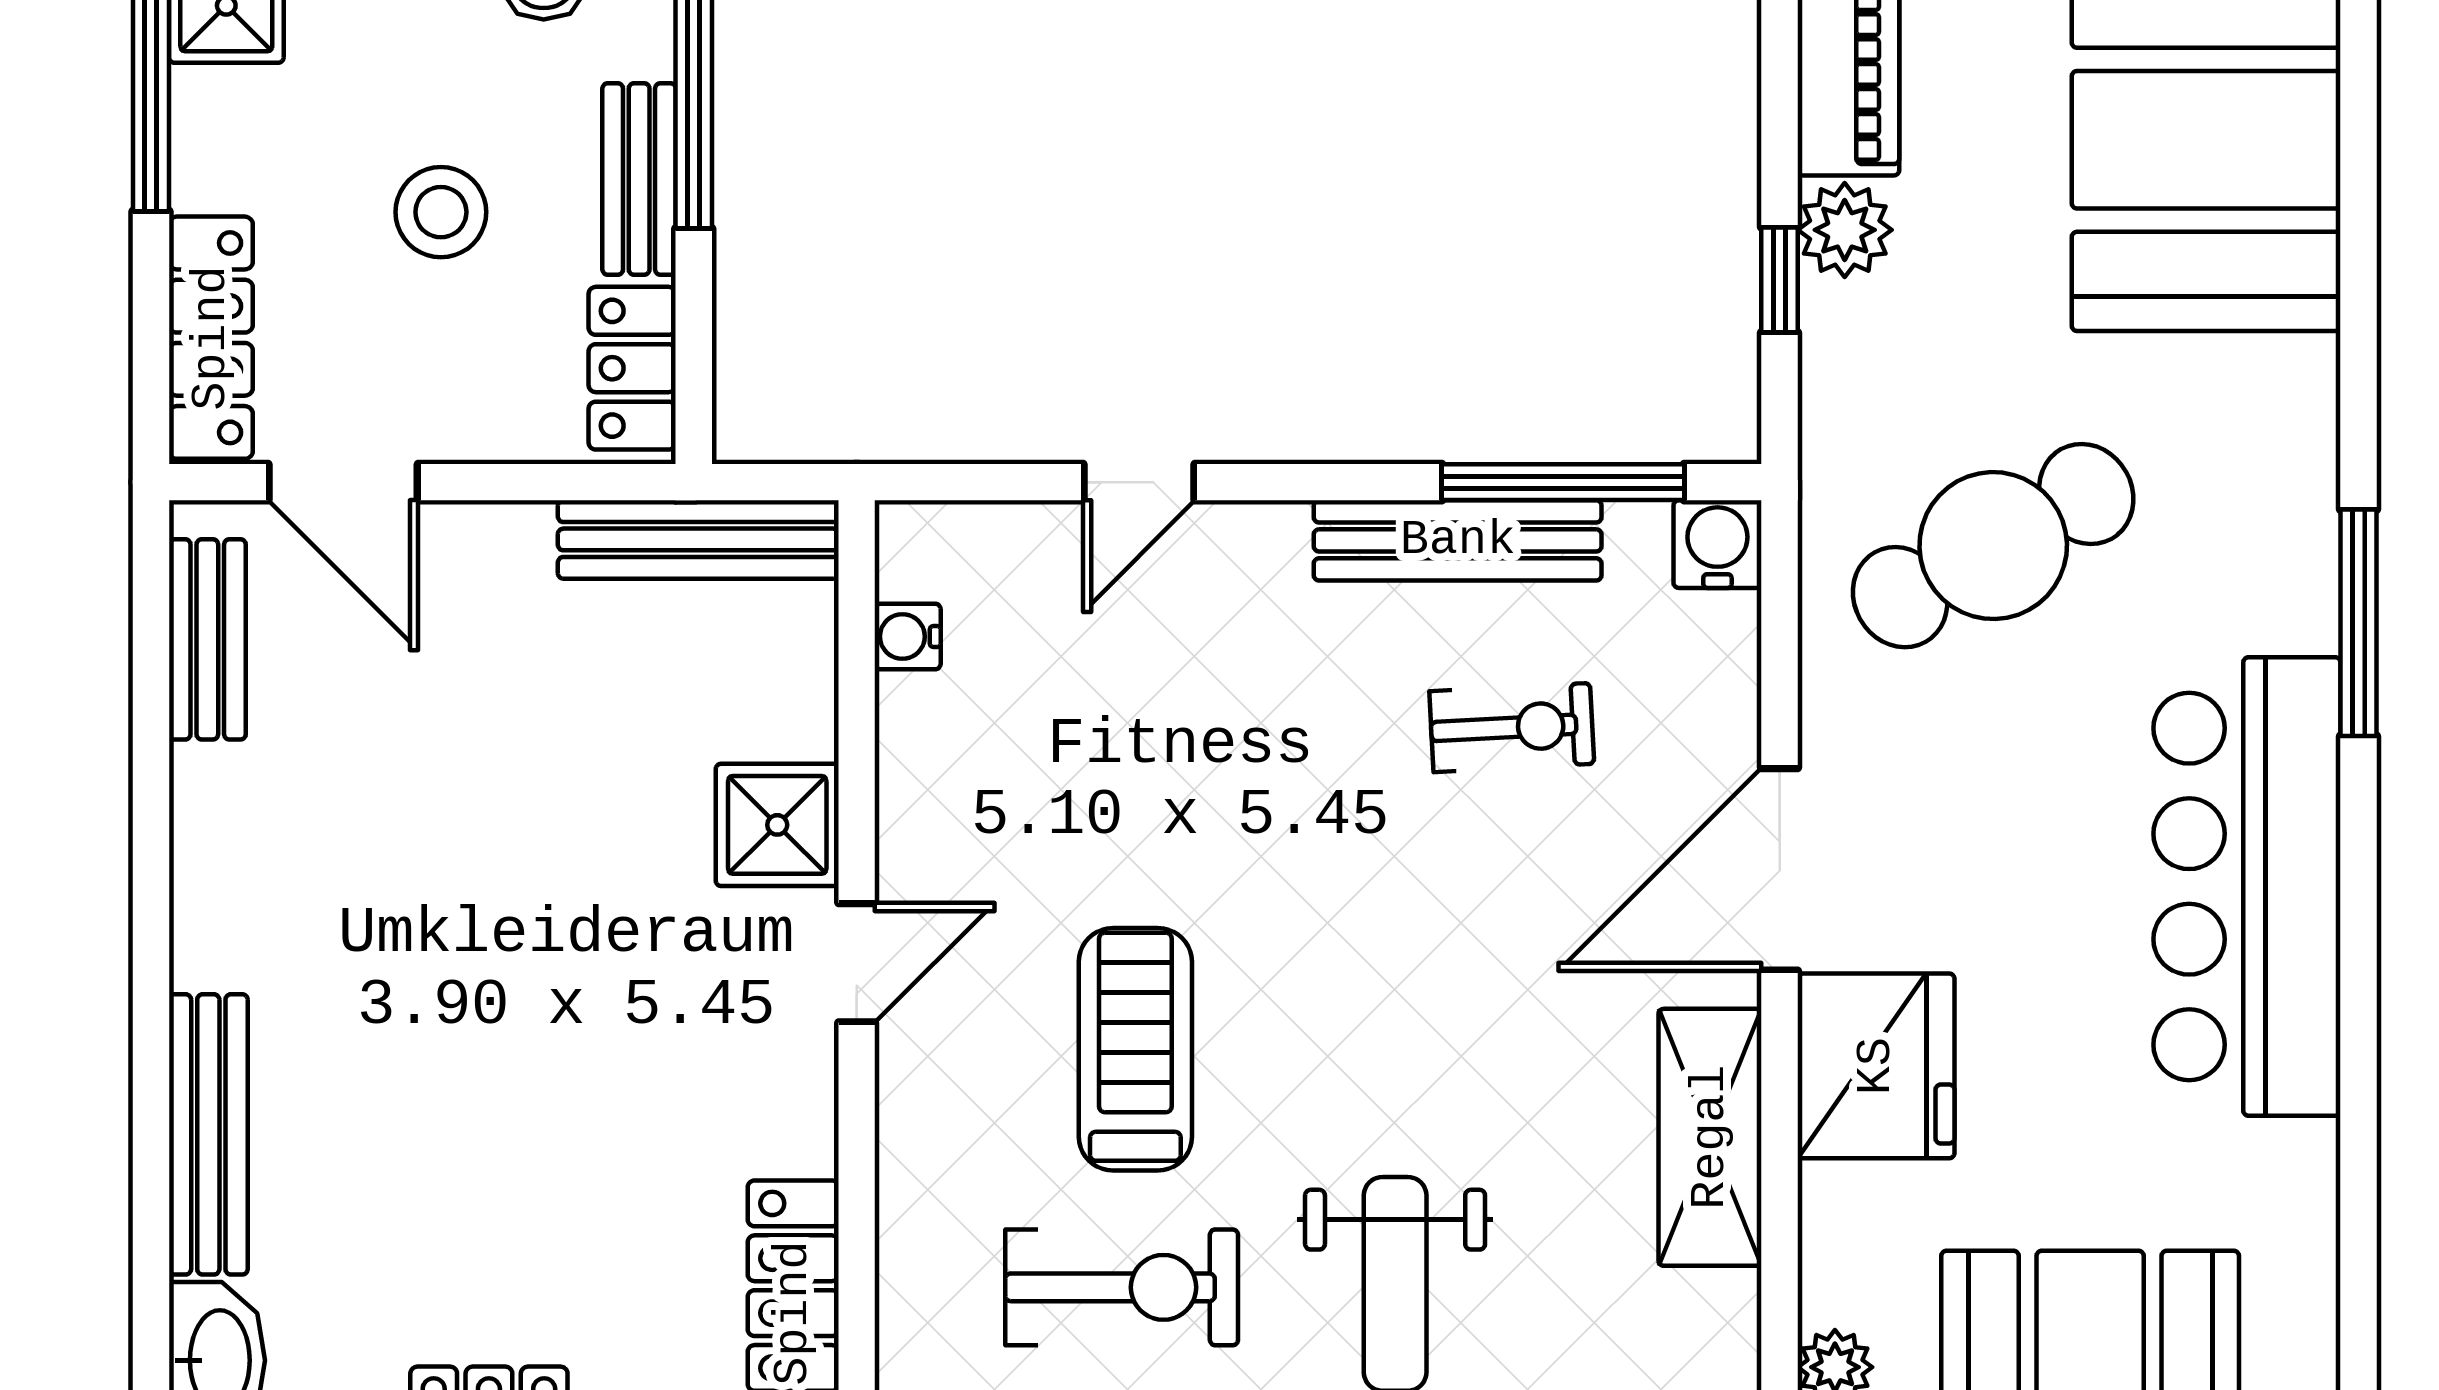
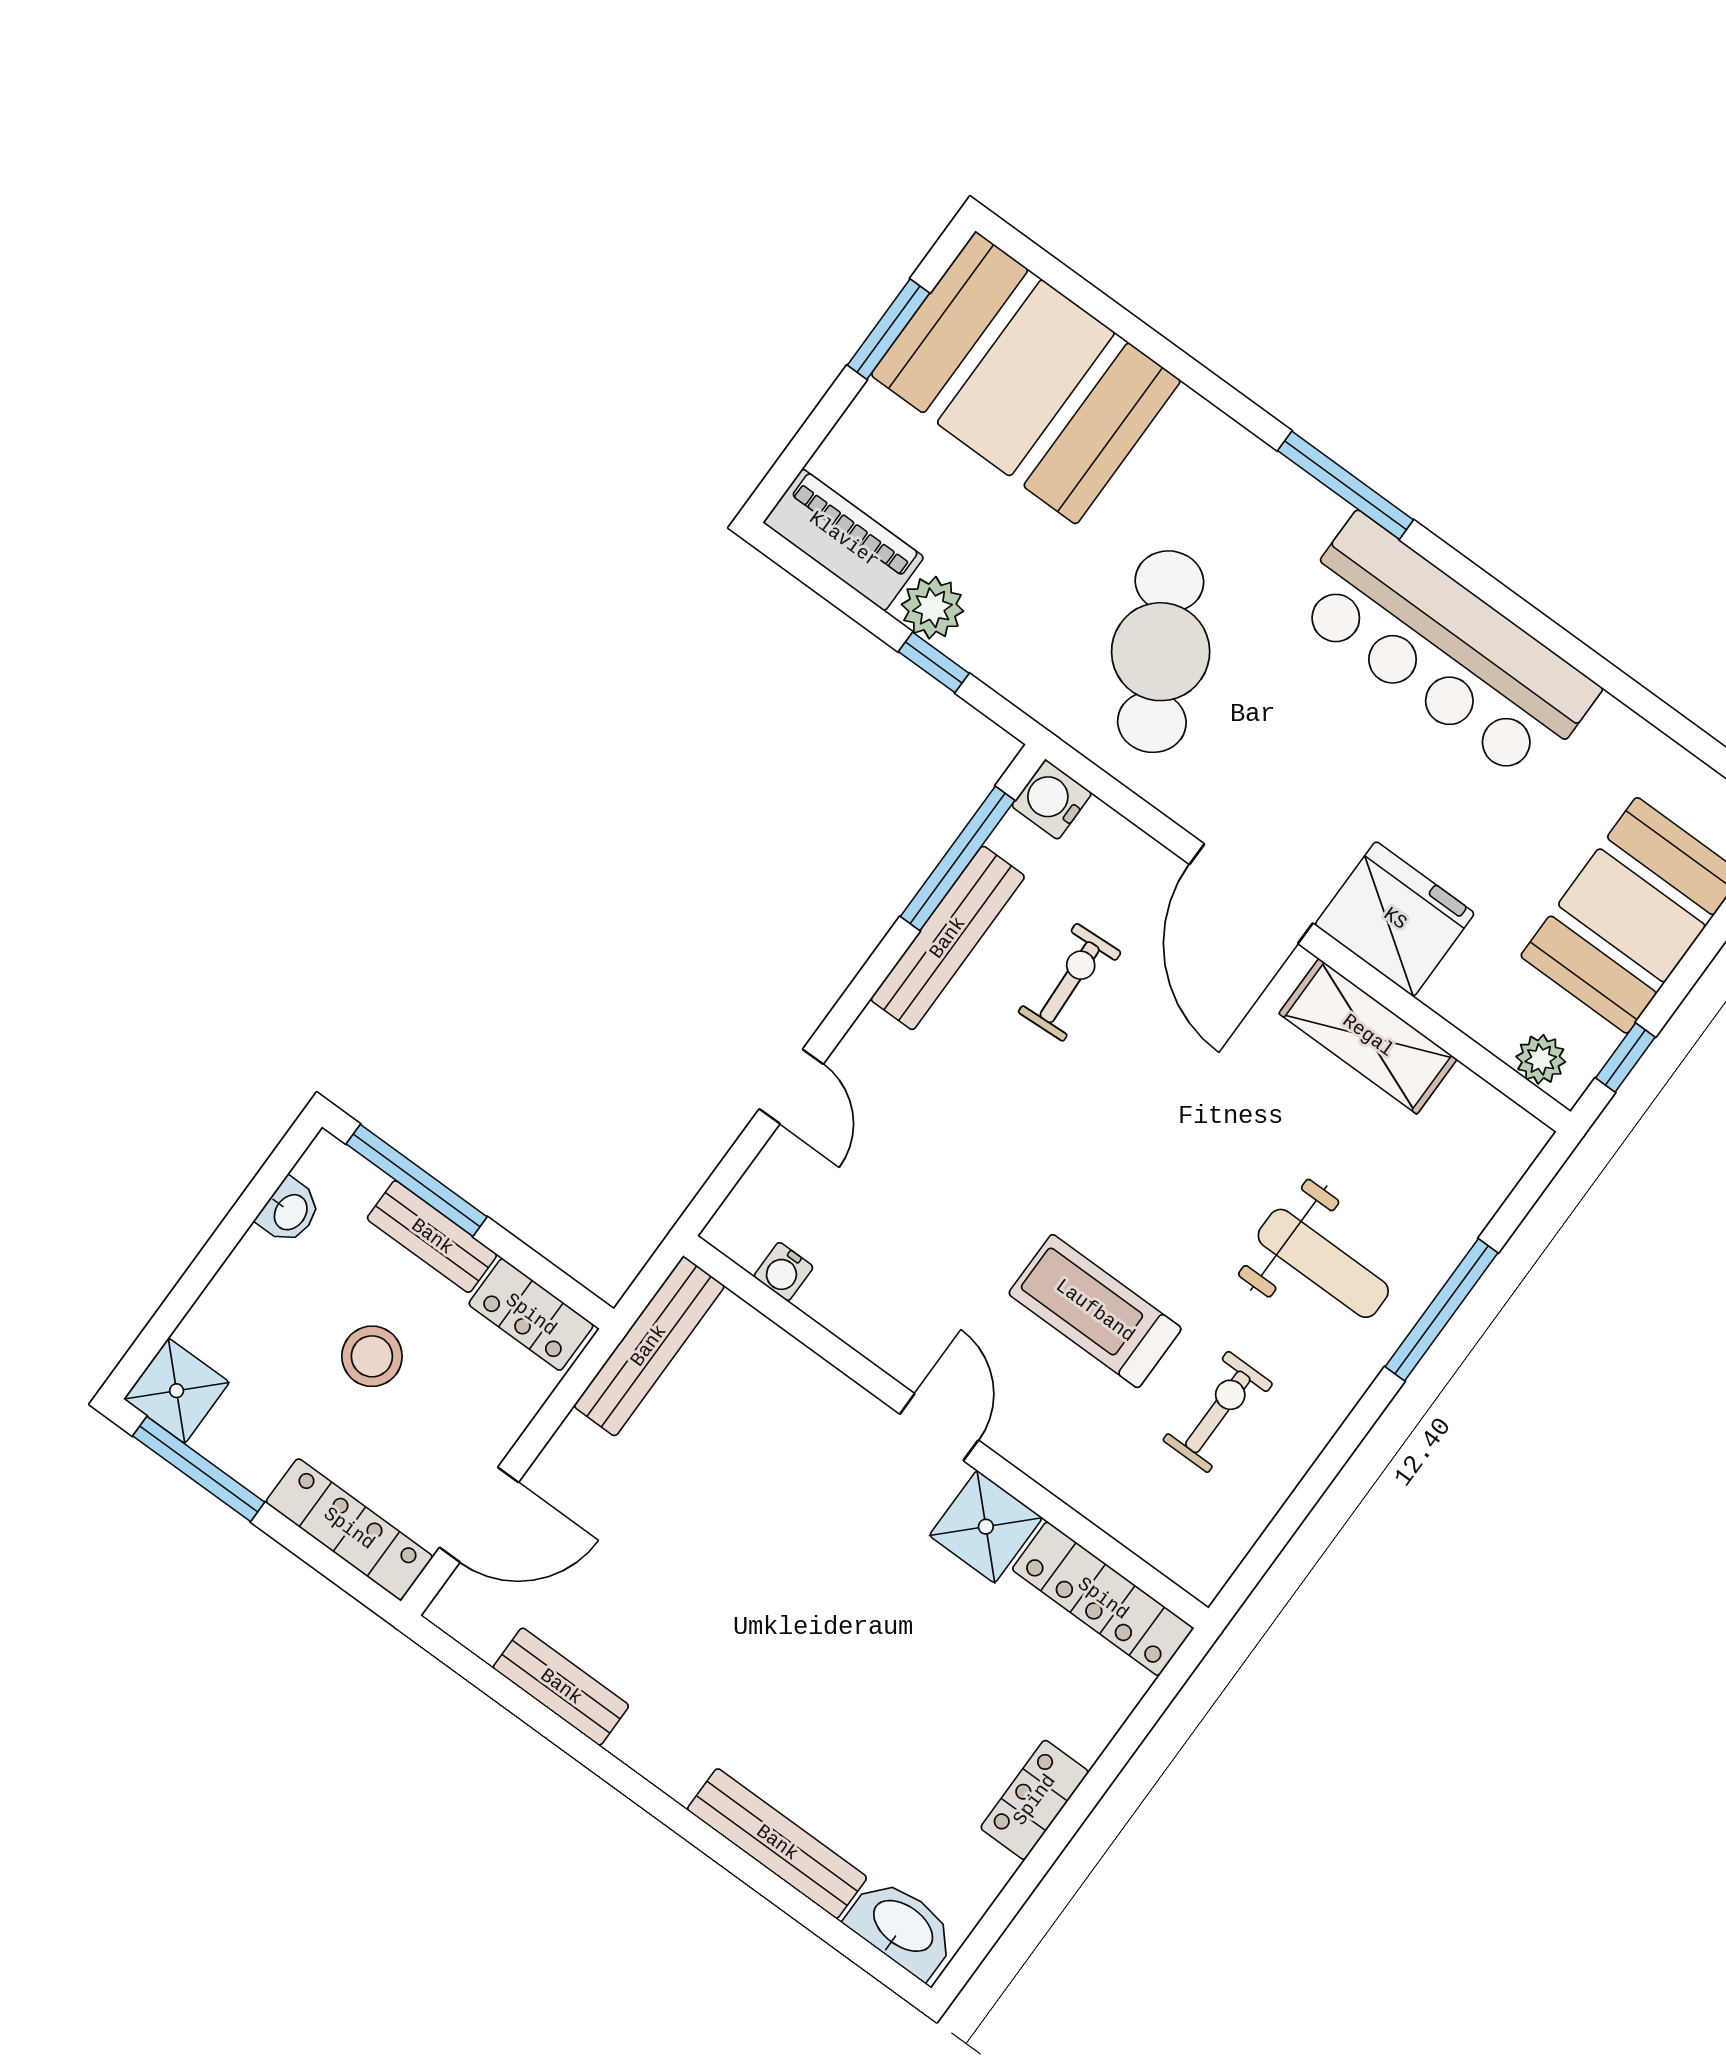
bench: (207, 639) -> (561, 1687), moved
shower: (777, 825) -> (986, 1527), moved
exercise bike: (1122, 1287) -> (1218, 1412), width x0.73, depth x0.72

